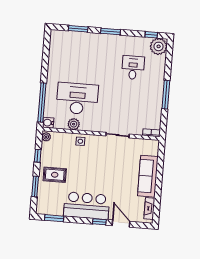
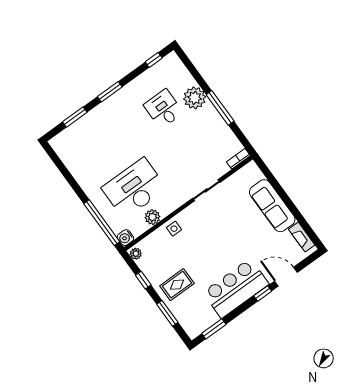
plant: (159, 46) -> (195, 98), moved

